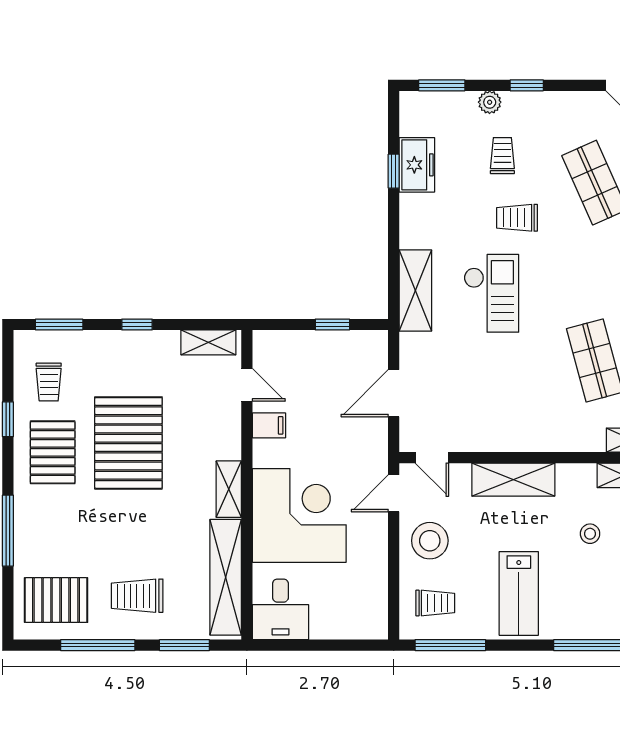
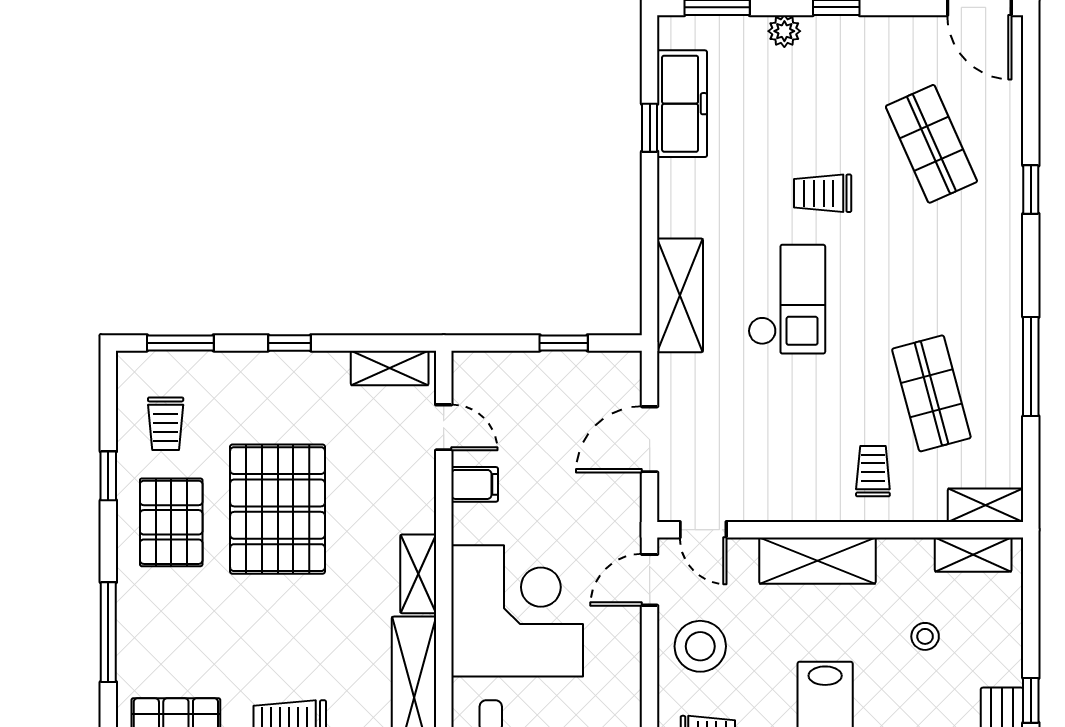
trolley: (502, 156) -> (873, 471), moved
freezer: (417, 165) -> (682, 104), width x1.40

